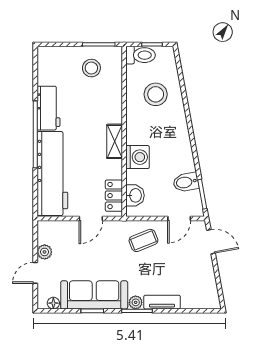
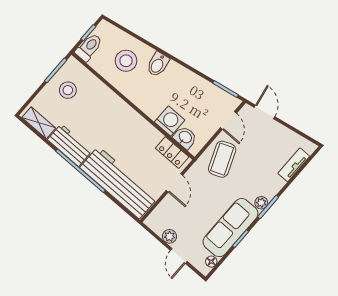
shelving: (115, 141) -> (39, 123), moved
washing machine: (138, 157) -> (170, 121), moved
bidet: (186, 182) -> (158, 64), moved
coffee table: (143, 240) -> (222, 159), width x1.36, depth x1.30
door: (211, 242) -> (264, 112), hinge flipped
tv unit: (162, 302) -> (294, 165), moved

